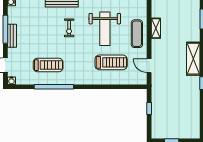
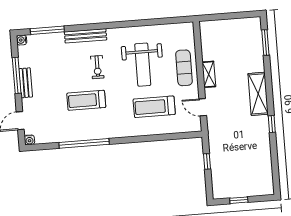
shelving: (156, 28) -> (209, 74), moved
treadmill: (111, 62) -> (154, 107), turned 180
treadmill: (48, 65) -> (86, 100), moved, turned 180

